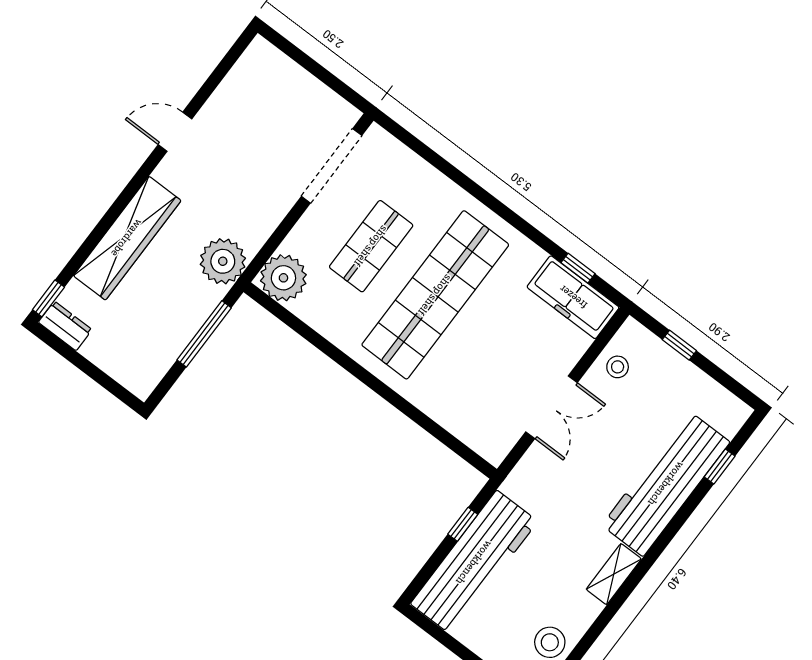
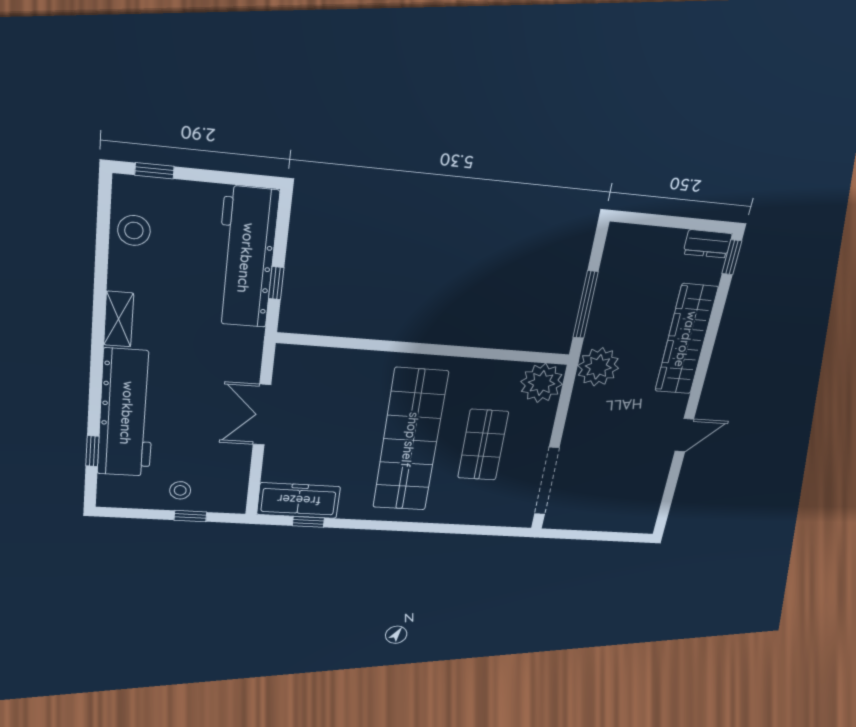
stool: (618, 367) -> (180, 490), moved

